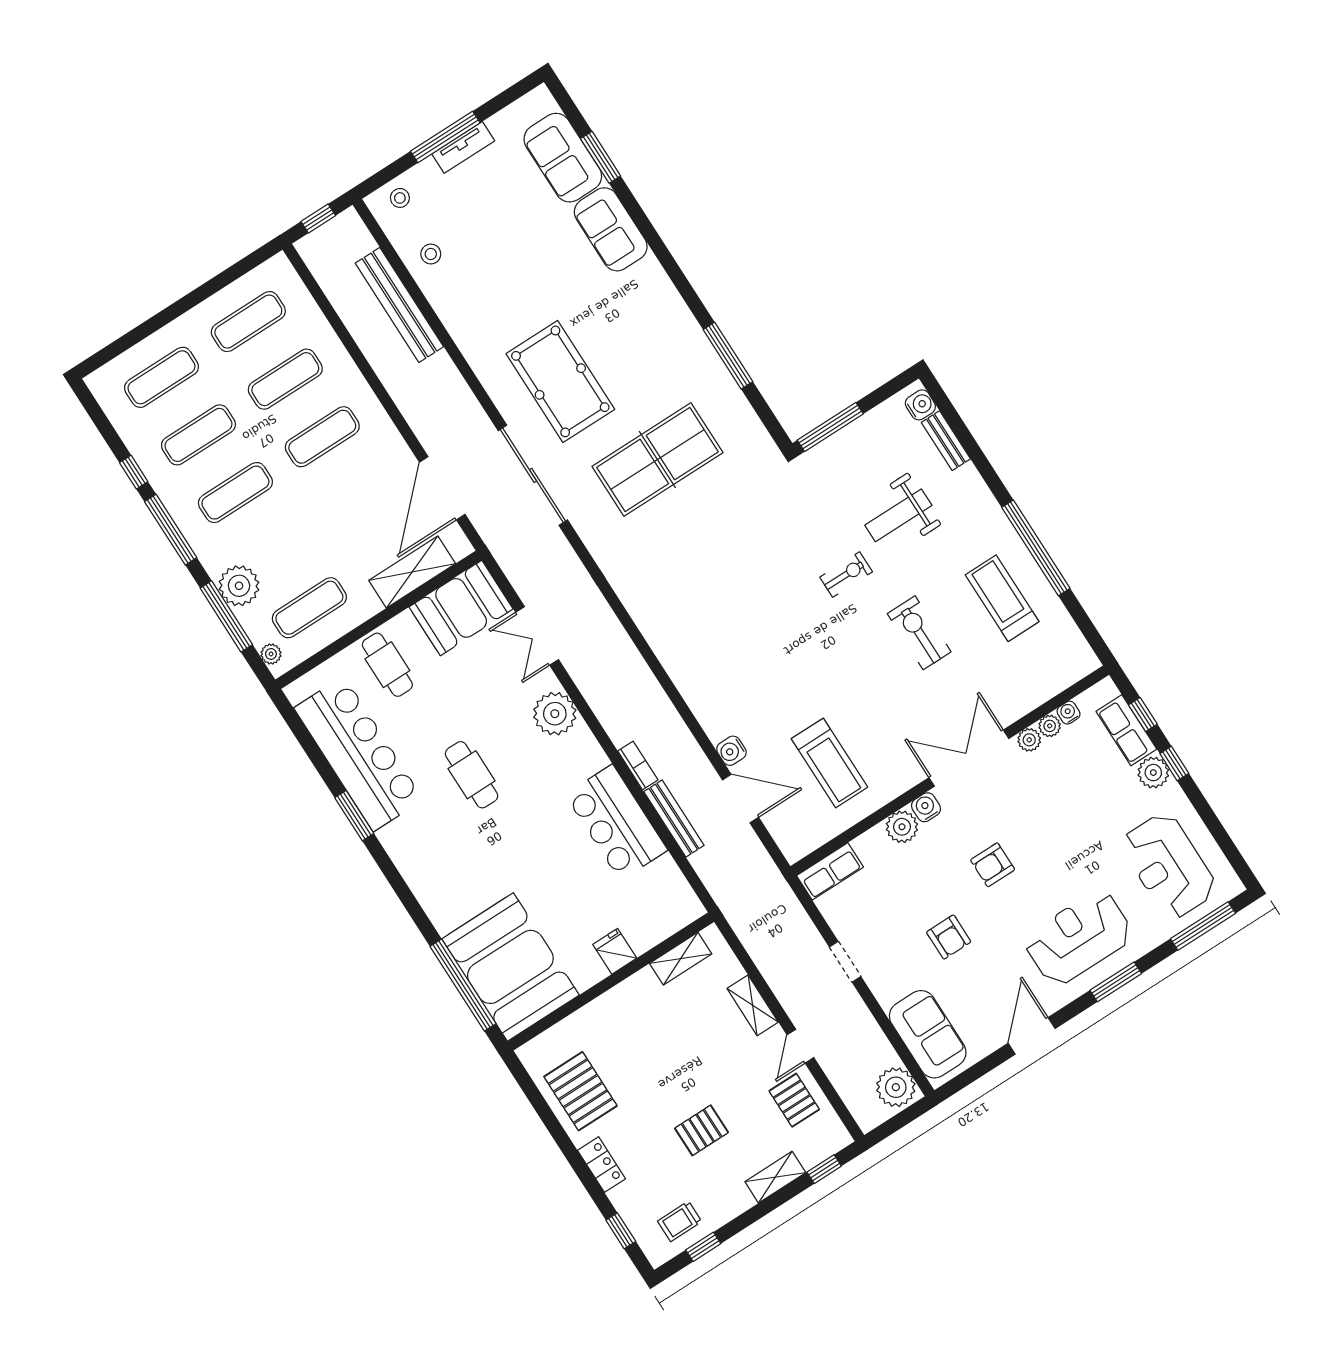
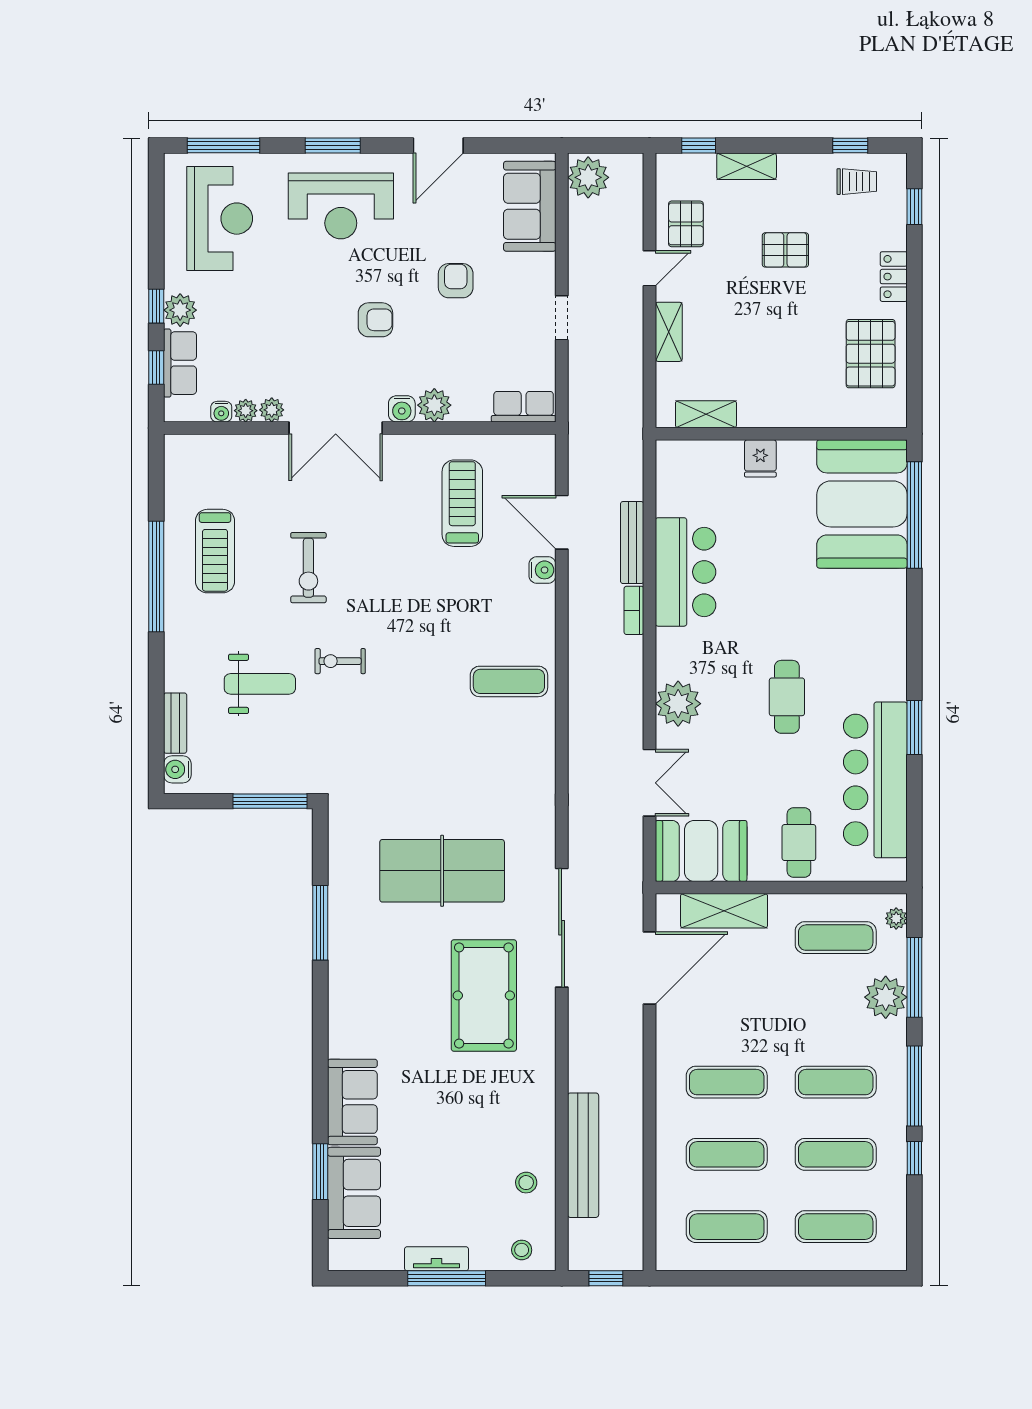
exercise mat: (701, 645) -> (509, 681), added

